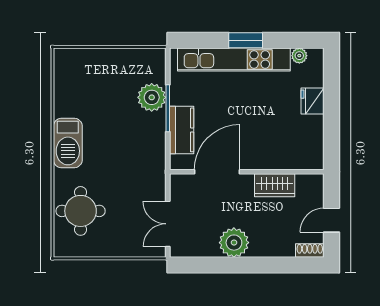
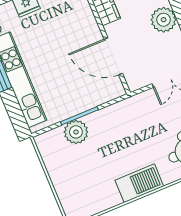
kitchen counter: (182, 130) -> (92, 98), removed

